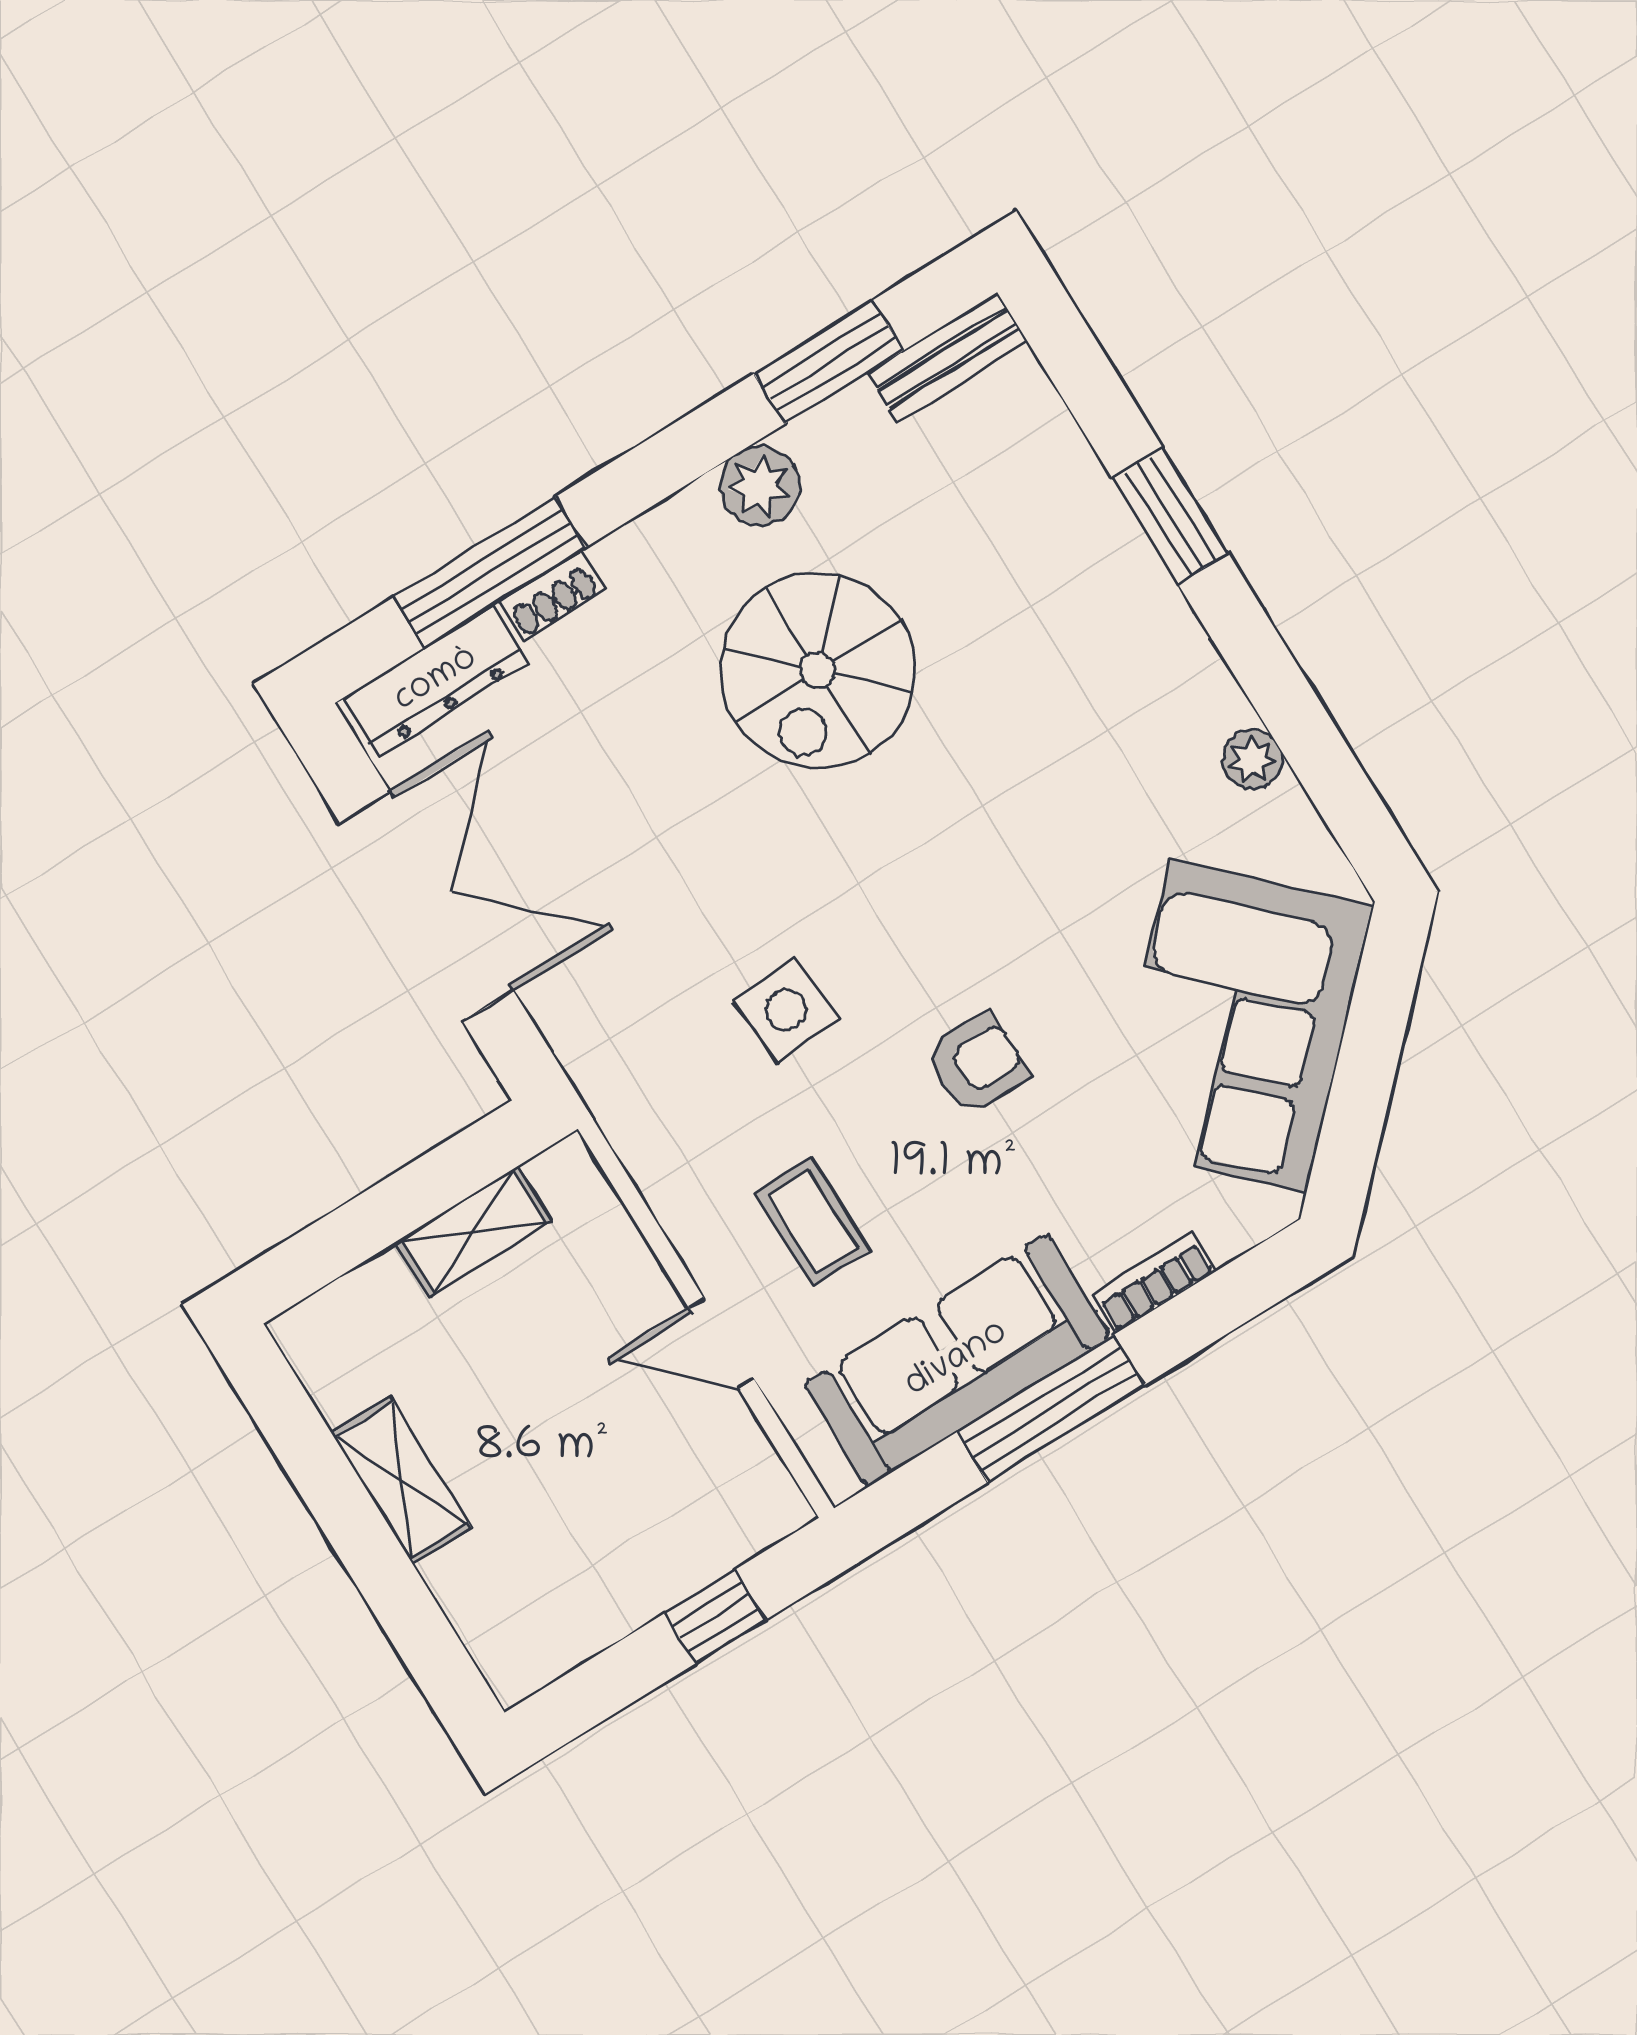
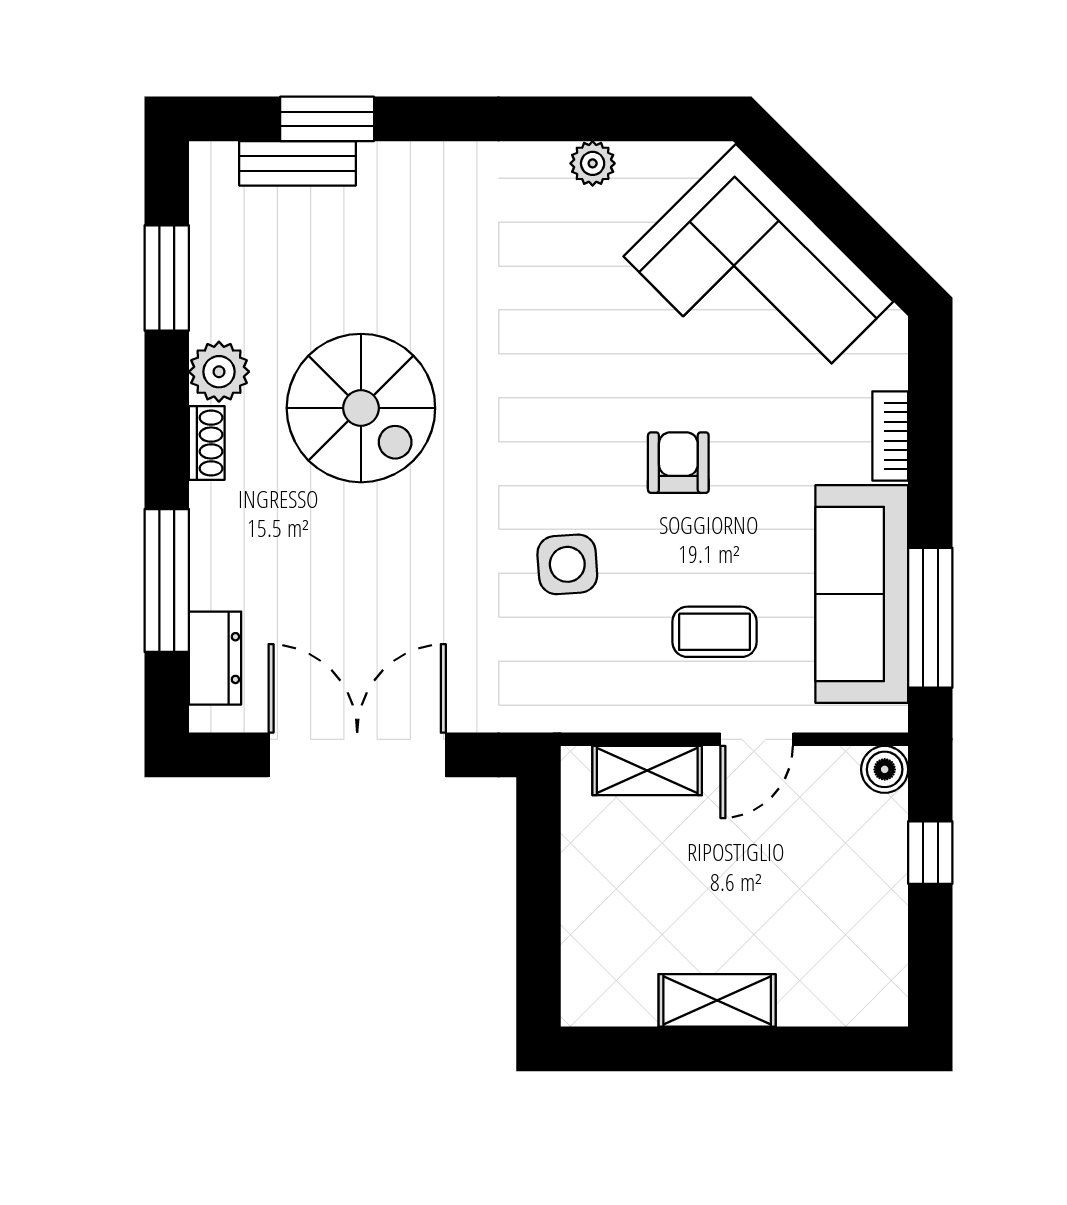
bench: (947, 357) -> (298, 163), moved, turned 90
window: (1170, 516) -> (327, 119), moved
shoe rack: (551, 596) -> (207, 443), moved
dresser: (436, 680) -> (215, 658), width x0.70
shelving: (474, 1231) -> (647, 771), moved, turned 90
window: (1051, 1409) -> (930, 618), moved
boiler: (777, 1508) -> (885, 769), added

